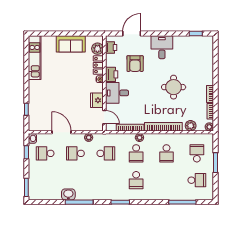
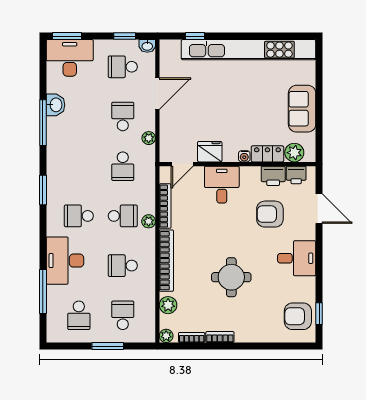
armchair: (197, 46) -> (298, 316), added
kitchen unit: (35, 58) -> (249, 50), width x1.86
printer: (112, 74) -> (273, 176), moved
school desk: (45, 153) -> (123, 67), turned -90
school desk: (136, 153) -> (123, 216), turned 180
school desk: (197, 153) -> (123, 315), turned -90
desk: (40, 186) -> (70, 58), added
desk: (163, 189) -> (65, 261), added

